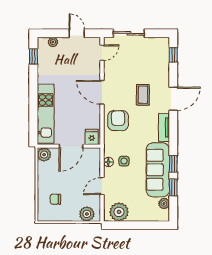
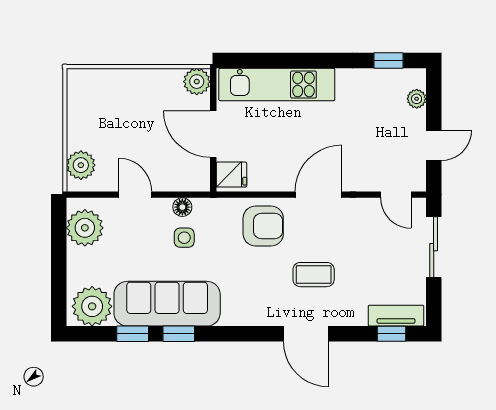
tv unit: (164, 127) -> (396, 316), moved
chair: (55, 199) -> (110, 104), removed
plant: (164, 203) -> (92, 306), width x1.88, depth x1.88

